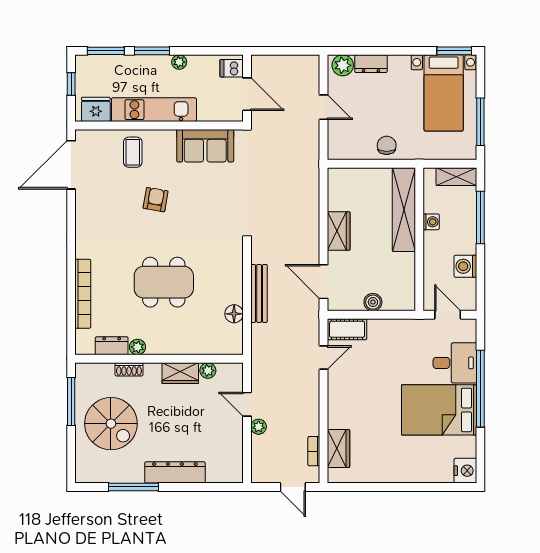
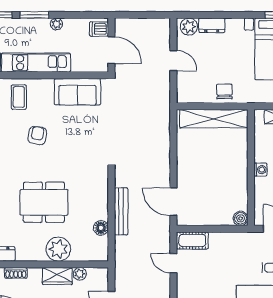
shelving: (404, 210) -> (214, 119), moved, turned 90
washing machine: (431, 222) -> (260, 170), moved
wardrobe: (339, 231) -> (186, 161), removed
boiler: (373, 302) -> (241, 218), moved
plant: (137, 347) -> (58, 249), moved, width x1.88, depth x1.88
door: (324, 357) -> (173, 263), swing flipped

